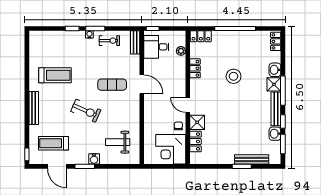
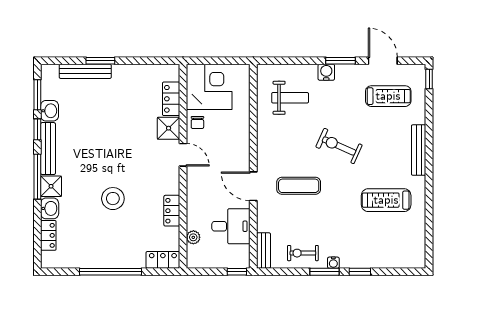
locker: (276, 41) -> (48, 235), moved
desk: (156, 47) -> (231, 226), moved

